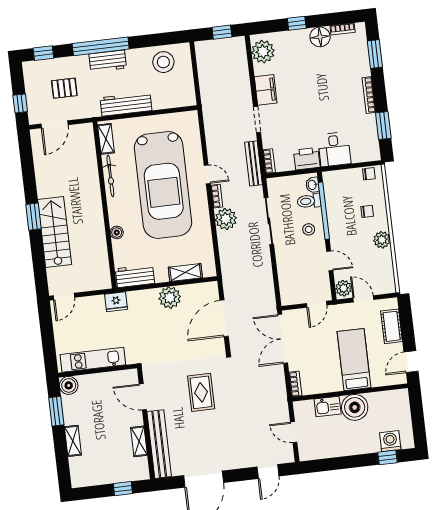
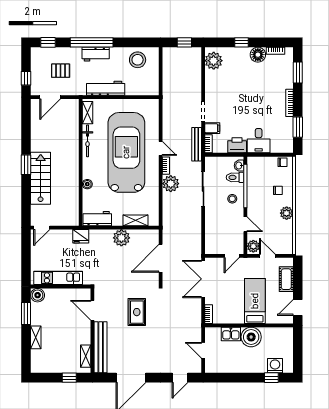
filing cabinet: (266, 90) -> (212, 128), moved, width x0.50
car: (163, 185) -> (126, 152), turned 180
shelving: (139, 441) -> (86, 356), moved

